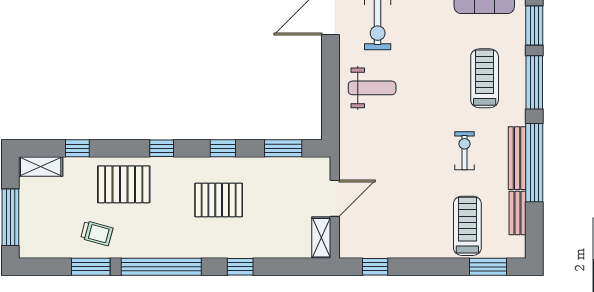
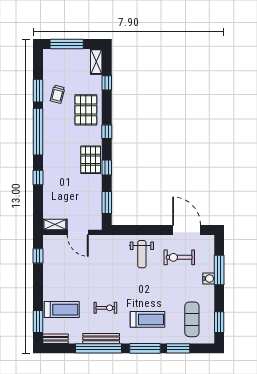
pallet: (219, 200) -> (91, 160), moved
bench: (518, 213) -> (55, 339), moved

